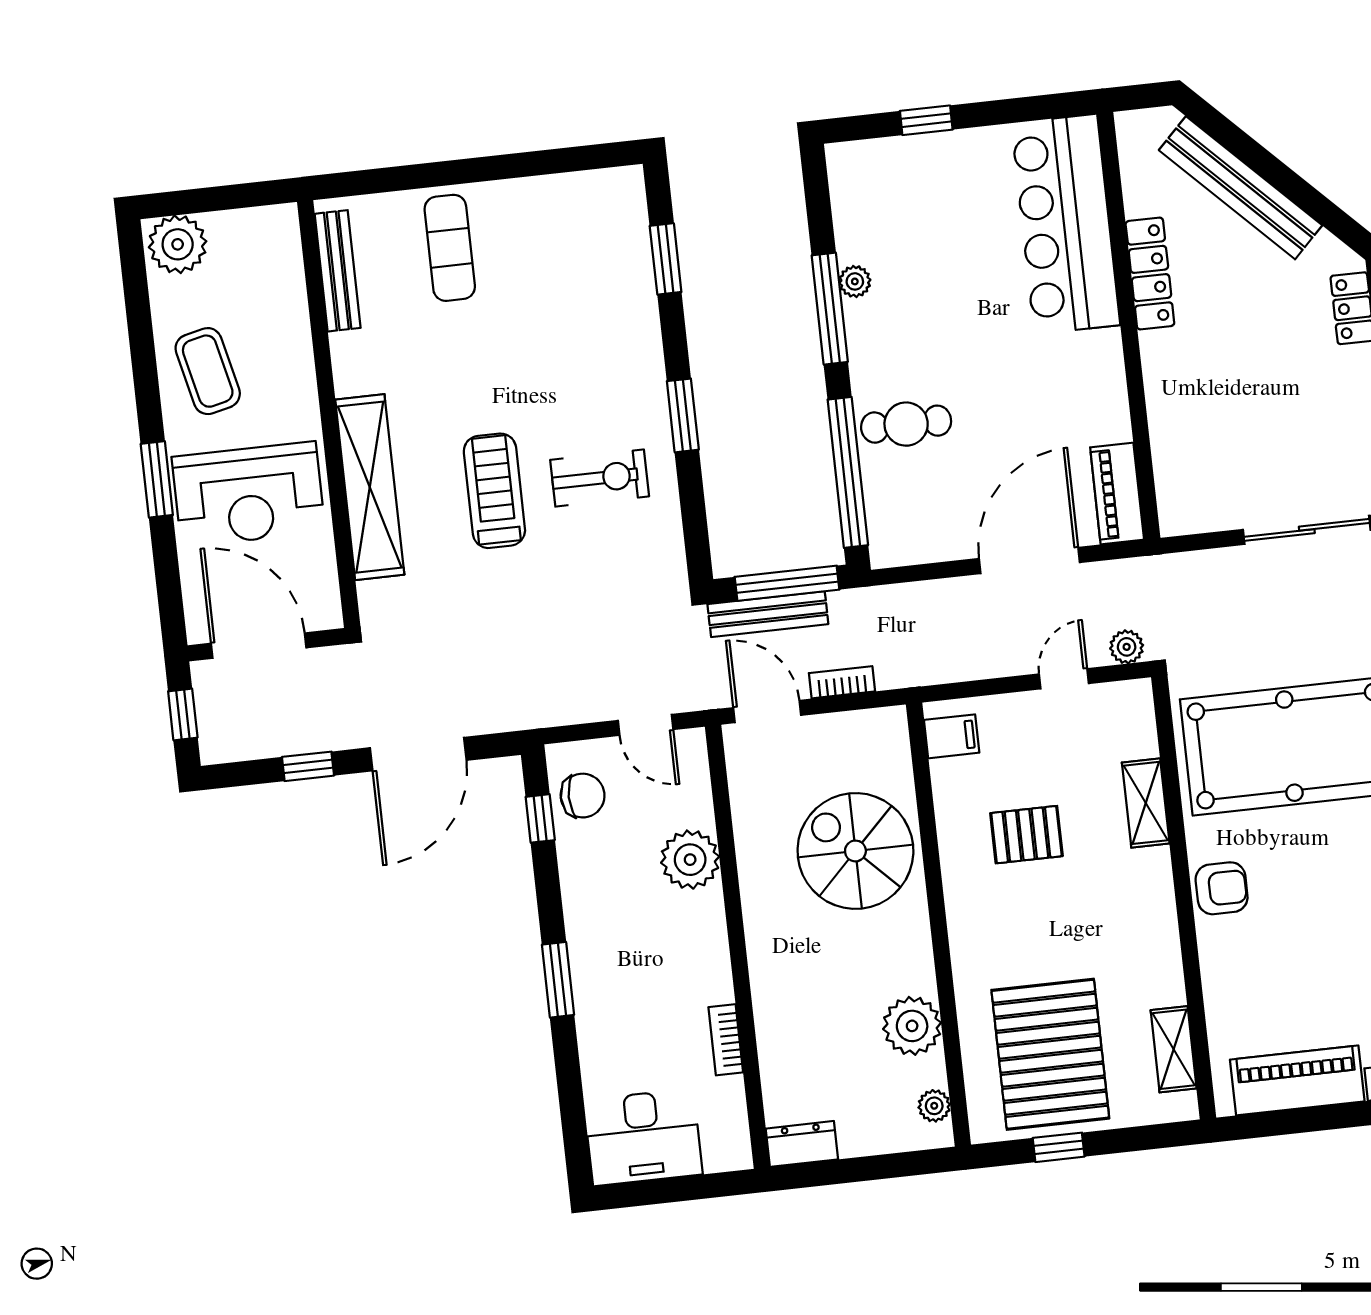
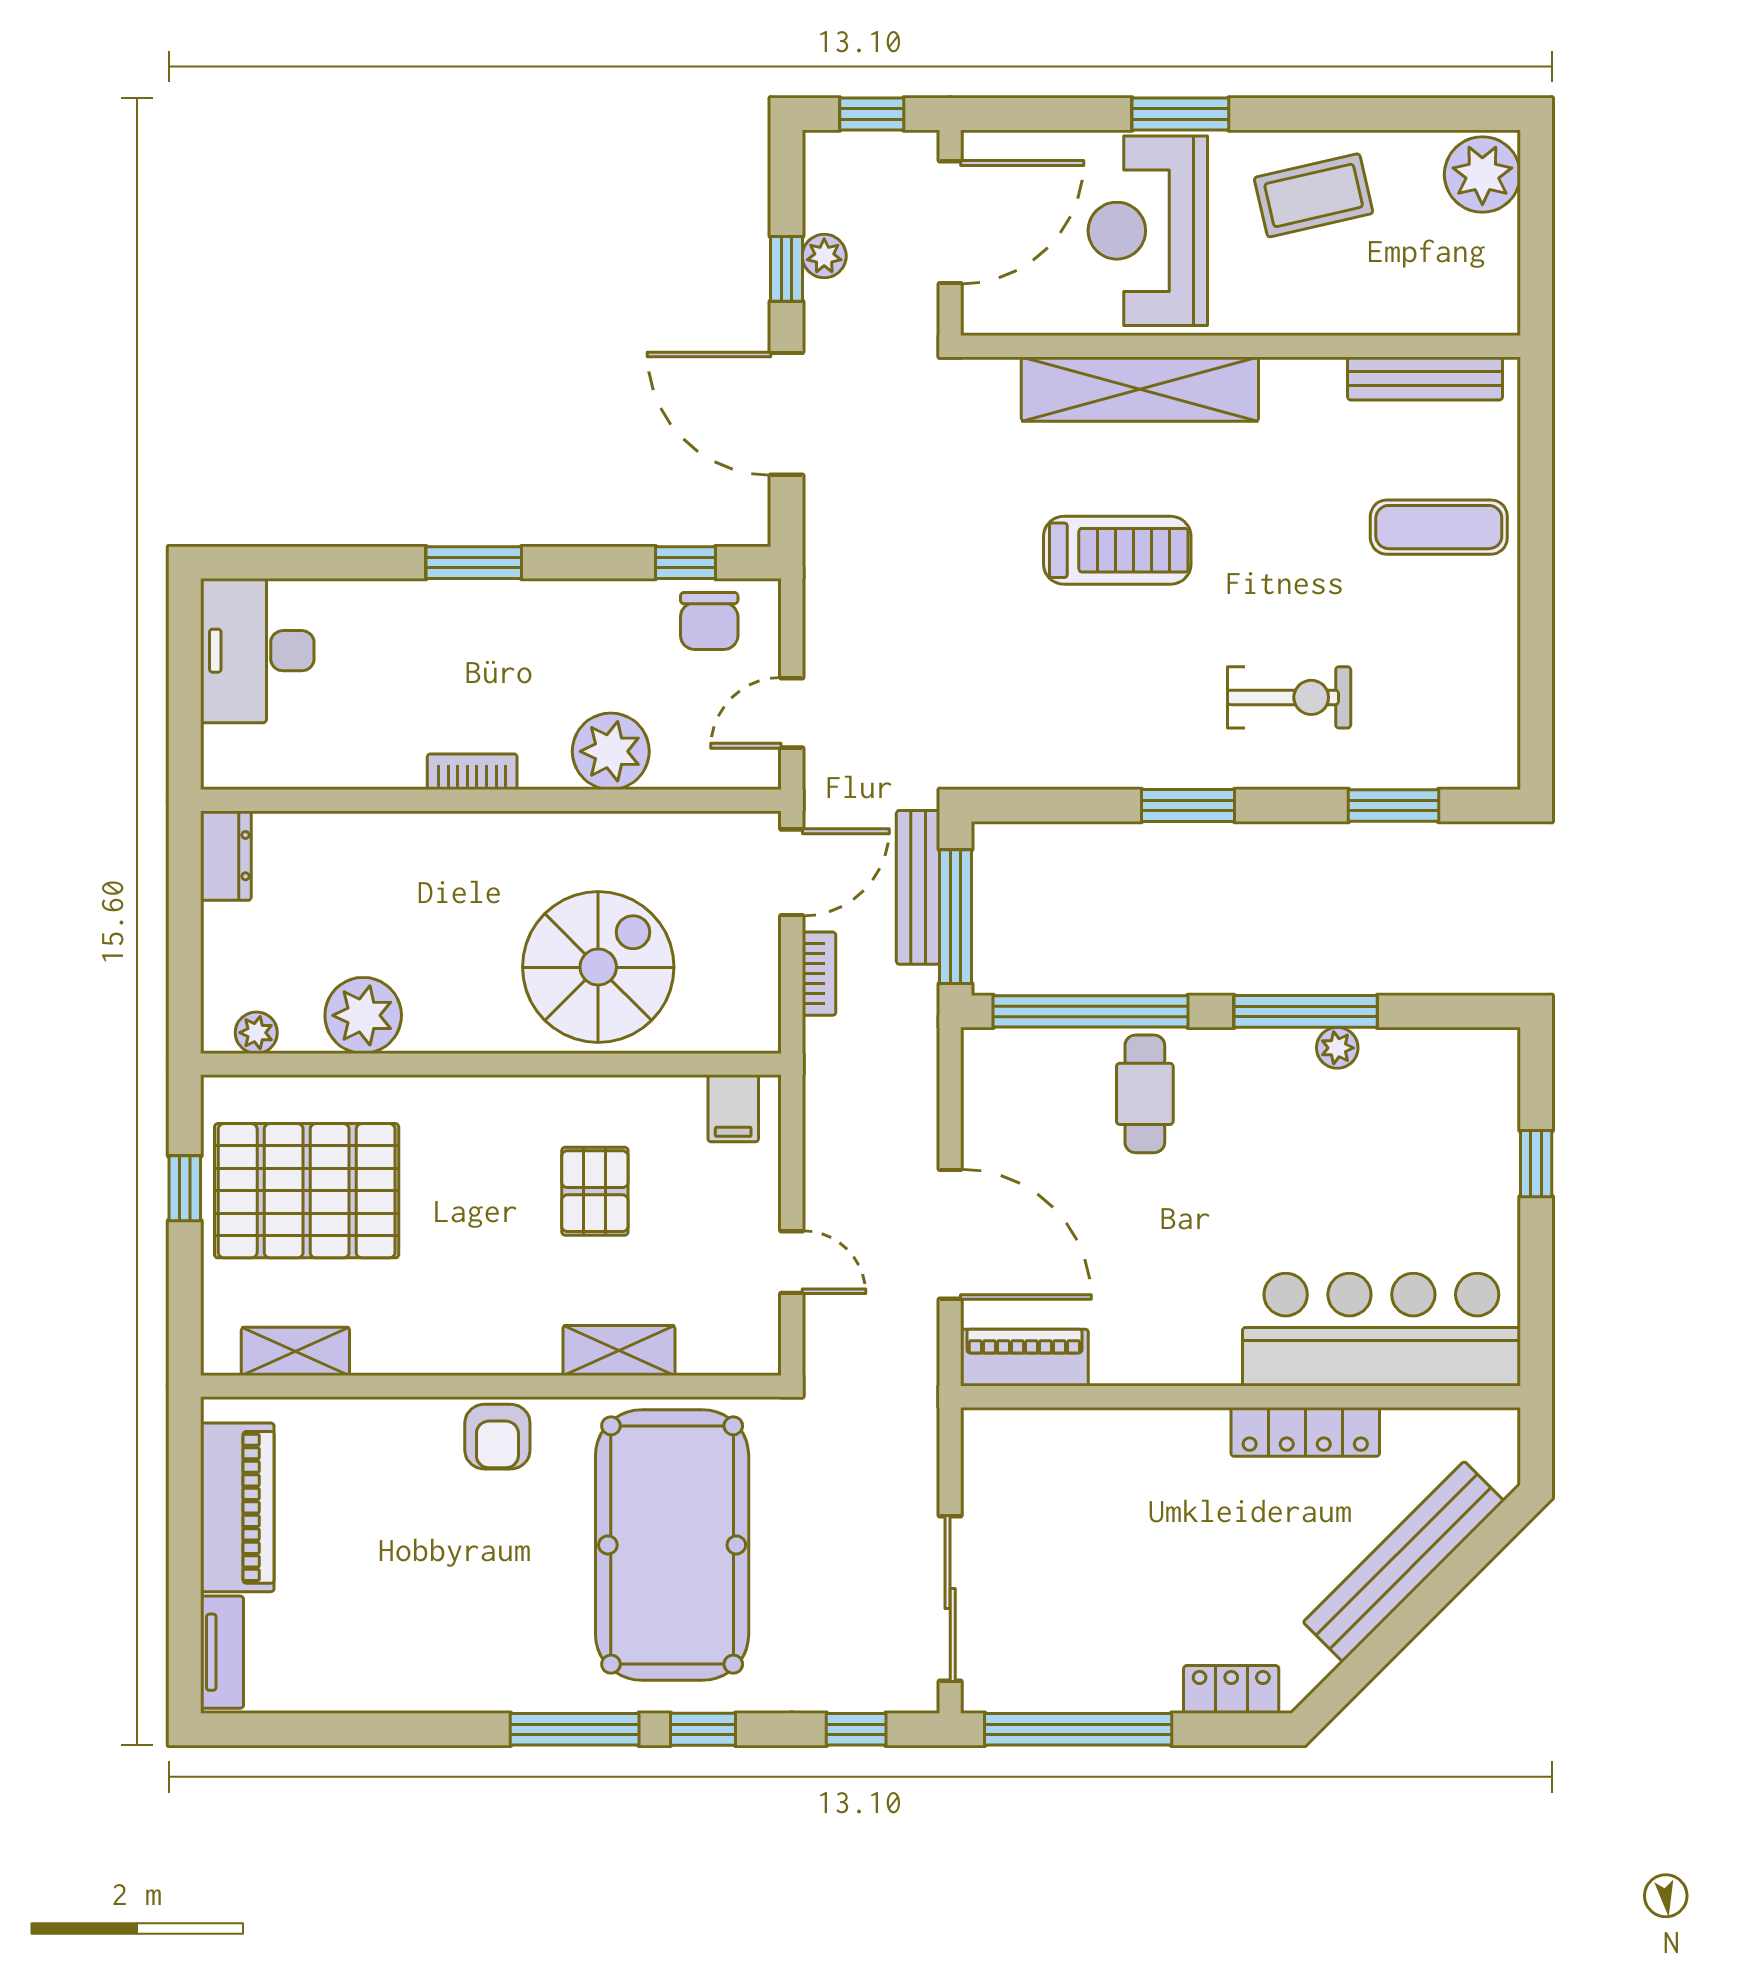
exercise bike: (600, 478) -> (1289, 697), moved, turned -90
plant: (1127, 647) -> (824, 256), moved
bookcase: (726, 1040) -> (472, 772), moved

